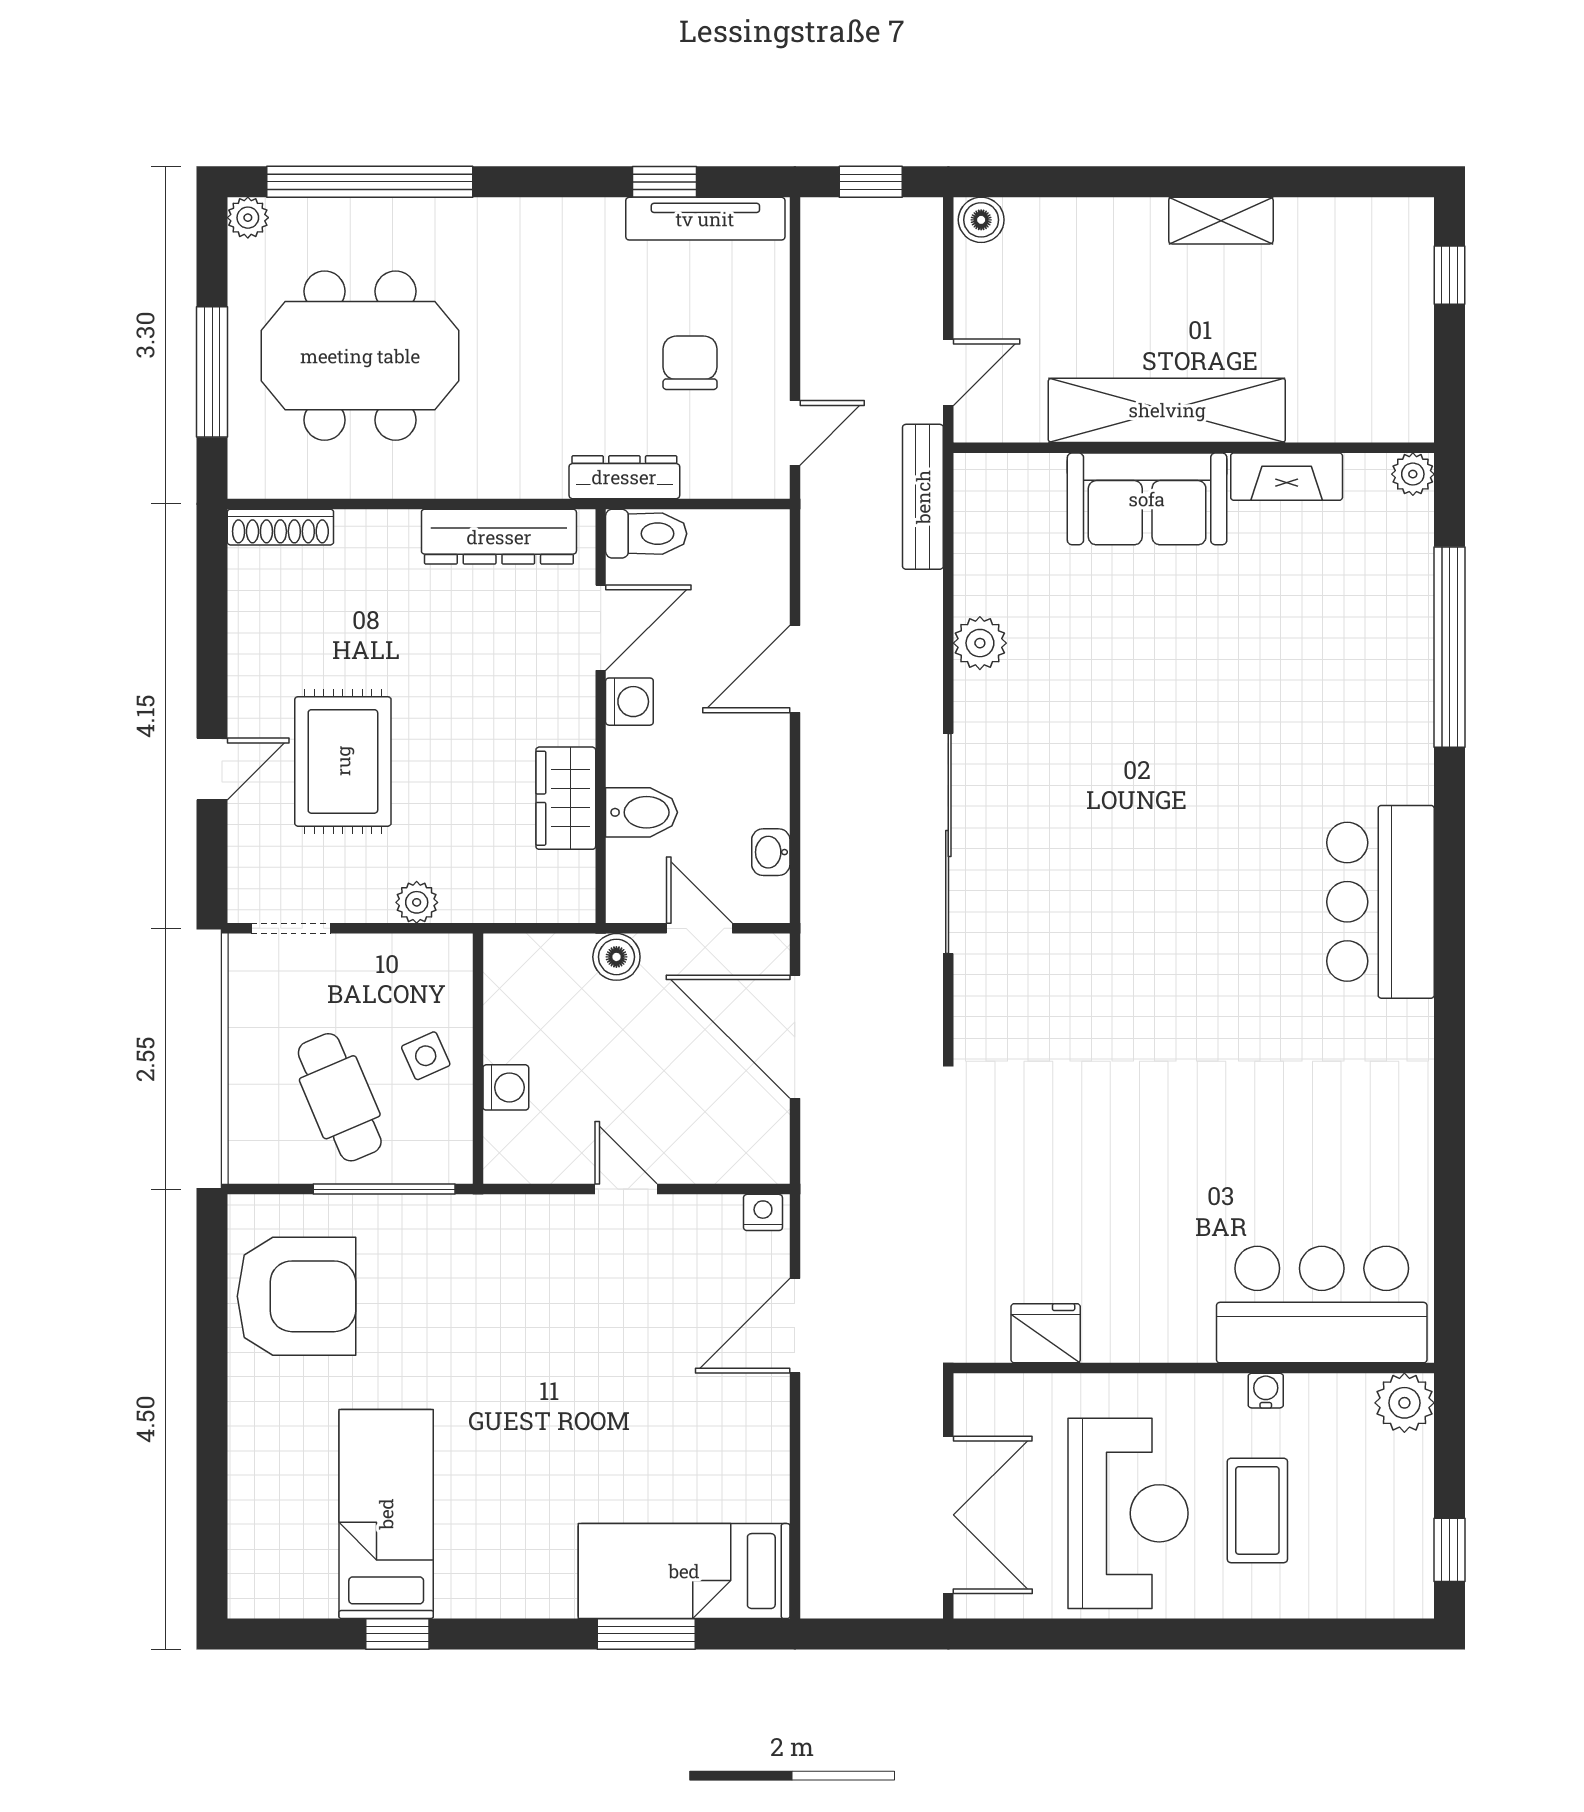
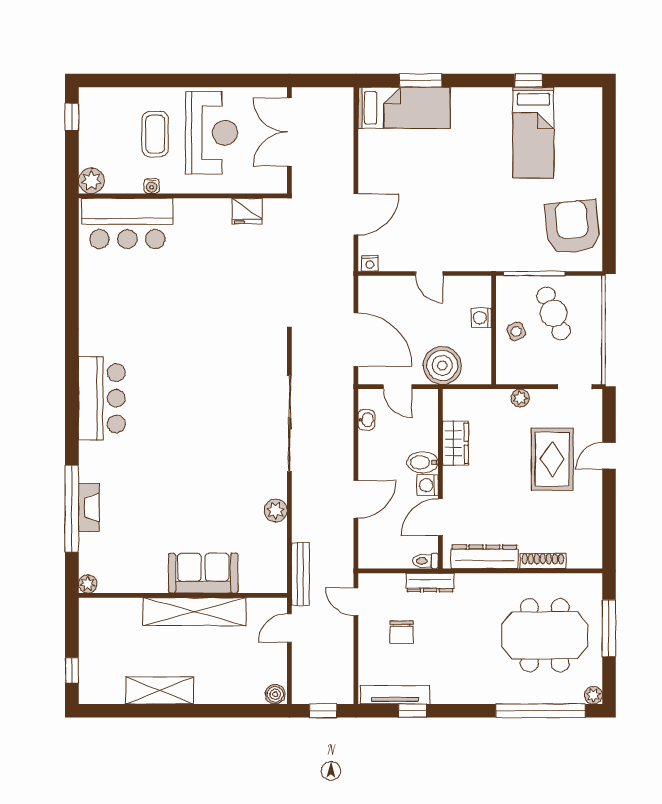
shelving: (1221, 221) -> (160, 691), width x1.50, depth x1.33
door: (795, 433) -> (356, 602), hinge flipped
fireplace: (1287, 477) -> (89, 508), moved, turned 90
shoe rack: (280, 527) -> (543, 561), moved
toilet: (646, 534) -> (425, 561), width x0.73, depth x0.72
bidet: (642, 812) -> (423, 462), moved
boiler: (616, 957) -> (442, 365), width x1.86, depth x1.86
armchair: (296, 1296) -> (572, 227), turned 84
reception desk: (1128, 1513) -> (211, 133), turned 180

